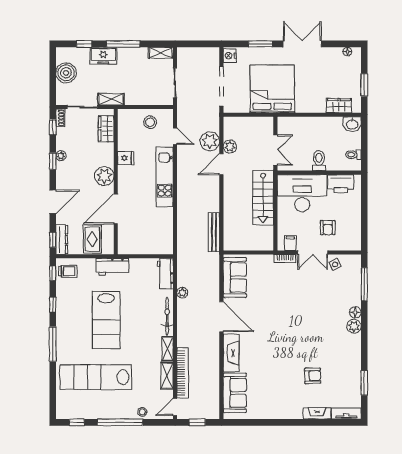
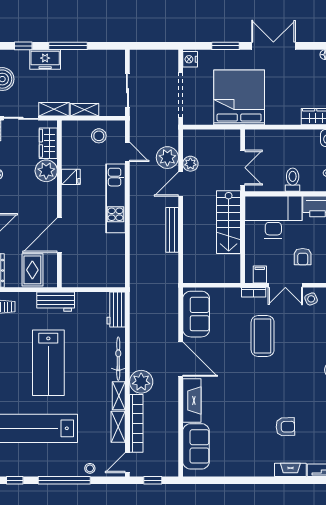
shelving: (161, 53) -> (84, 110), moved
plant: (104, 176) -> (46, 171), moved
bench: (214, 232) -> (172, 230), moved
plant: (182, 293) -> (141, 382), moved, width x1.87, depth x1.87
coffee table: (293, 297) -> (263, 336), added

